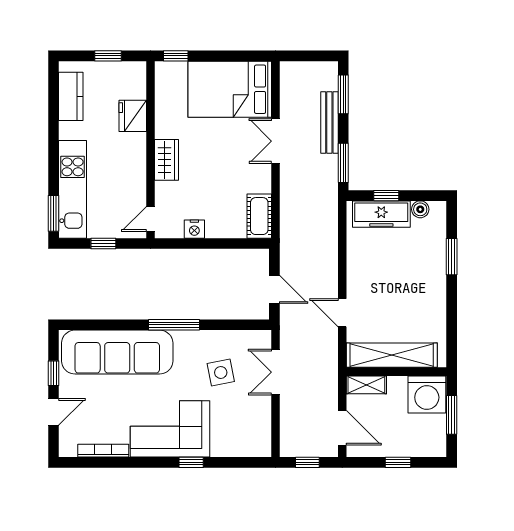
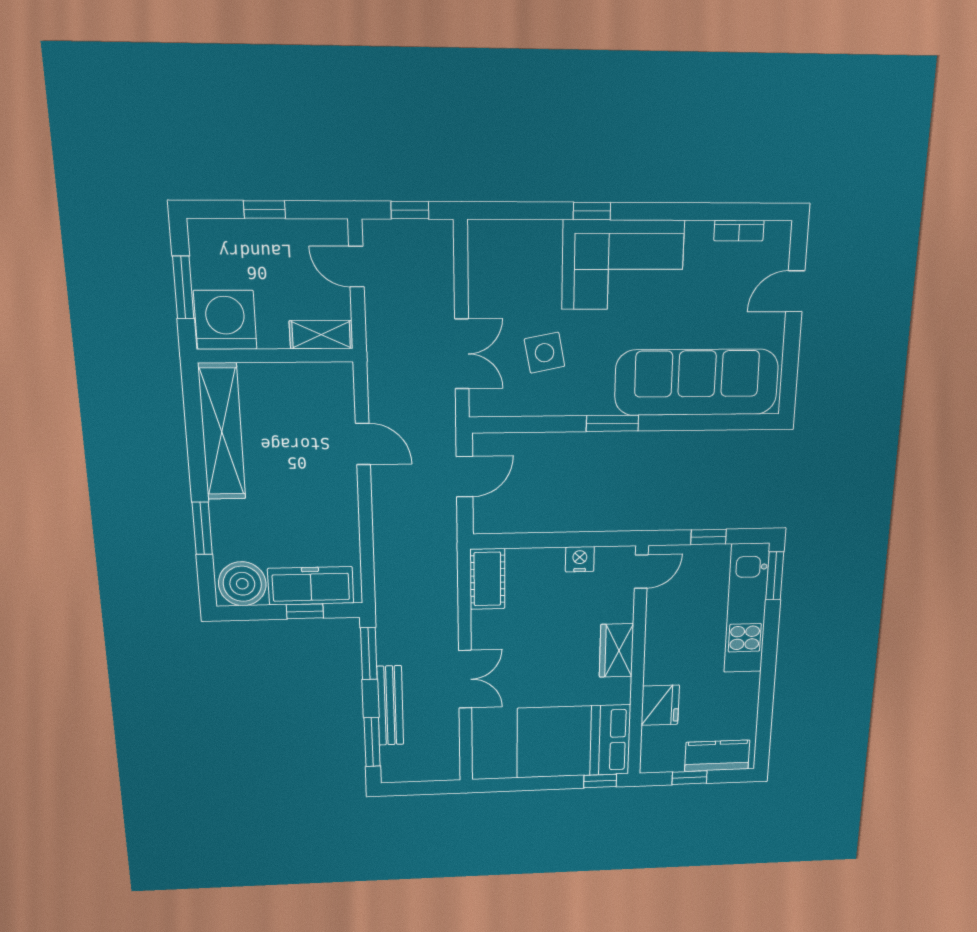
bed: (230, 89) -> (574, 741), moved, turned 180
kitchen counter: (71, 96) -> (717, 756), moved, turned 90
boiler: (420, 209) -> (242, 584), width x1.86, depth x1.86
door: (274, 289) -> (465, 477), swing flipped
window: (174, 325) -> (612, 423), width x0.69
shelving: (392, 355) -> (222, 432), moved, turned 90
window: (54, 373) -> (791, 350), removed
door: (342, 428) -> (356, 267), width x0.73
bookcase: (103, 451) -> (739, 231), width x0.64

